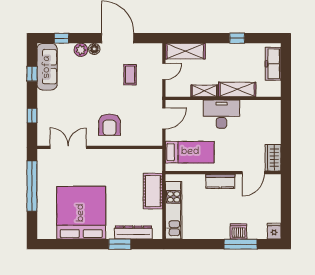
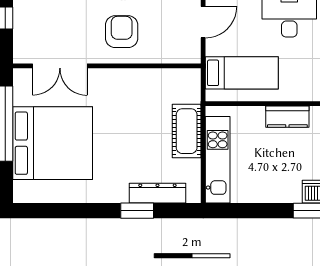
armchair: (110, 125) -> (122, 32), turned 180
double door: (68, 147) -> (60, 66), swing flipped
bed: (81, 213) -> (53, 143), moved, turned 90

